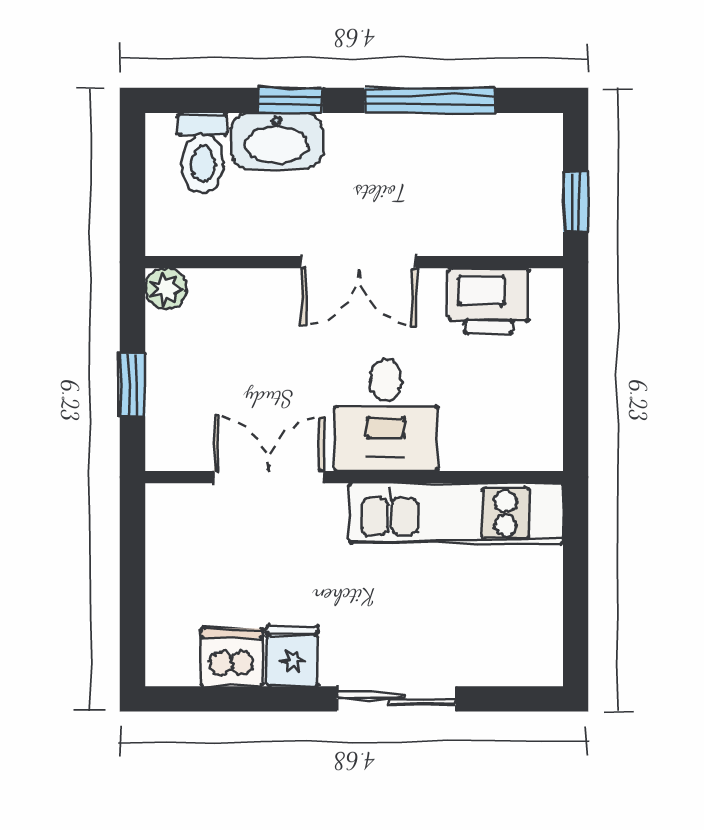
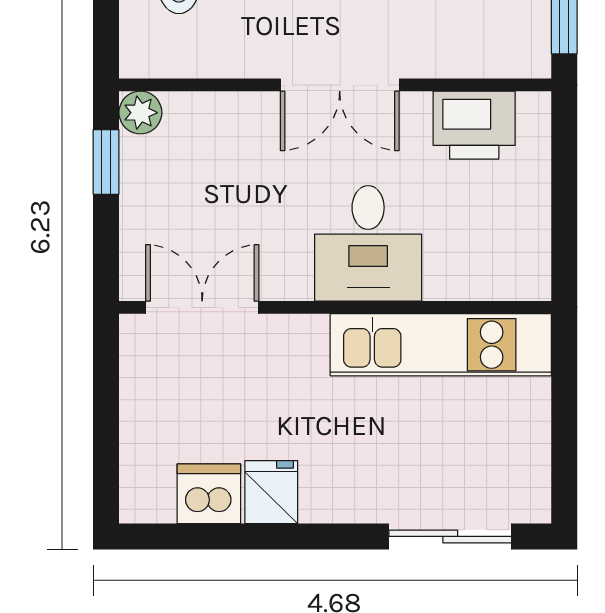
window: (132, 385) -> (106, 162), moved
double door: (269, 477) -> (202, 307), moved
sliding door: (396, 699) -> (450, 536), moved

